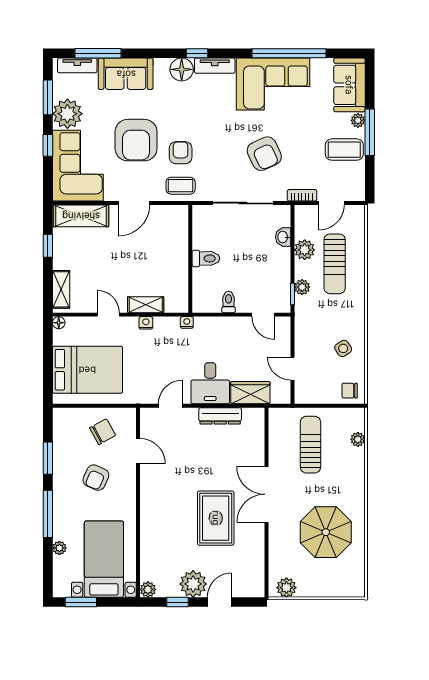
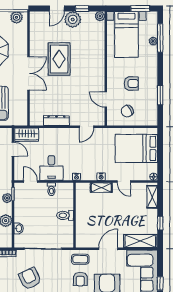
desk: (210, 383) -> (51, 168), moved, turned 180
wardrobe: (250, 393) -> (27, 135), moved
armchair: (96, 478) -> (131, 83), turned 66
window: (48, 514) -> (160, 38), moved

